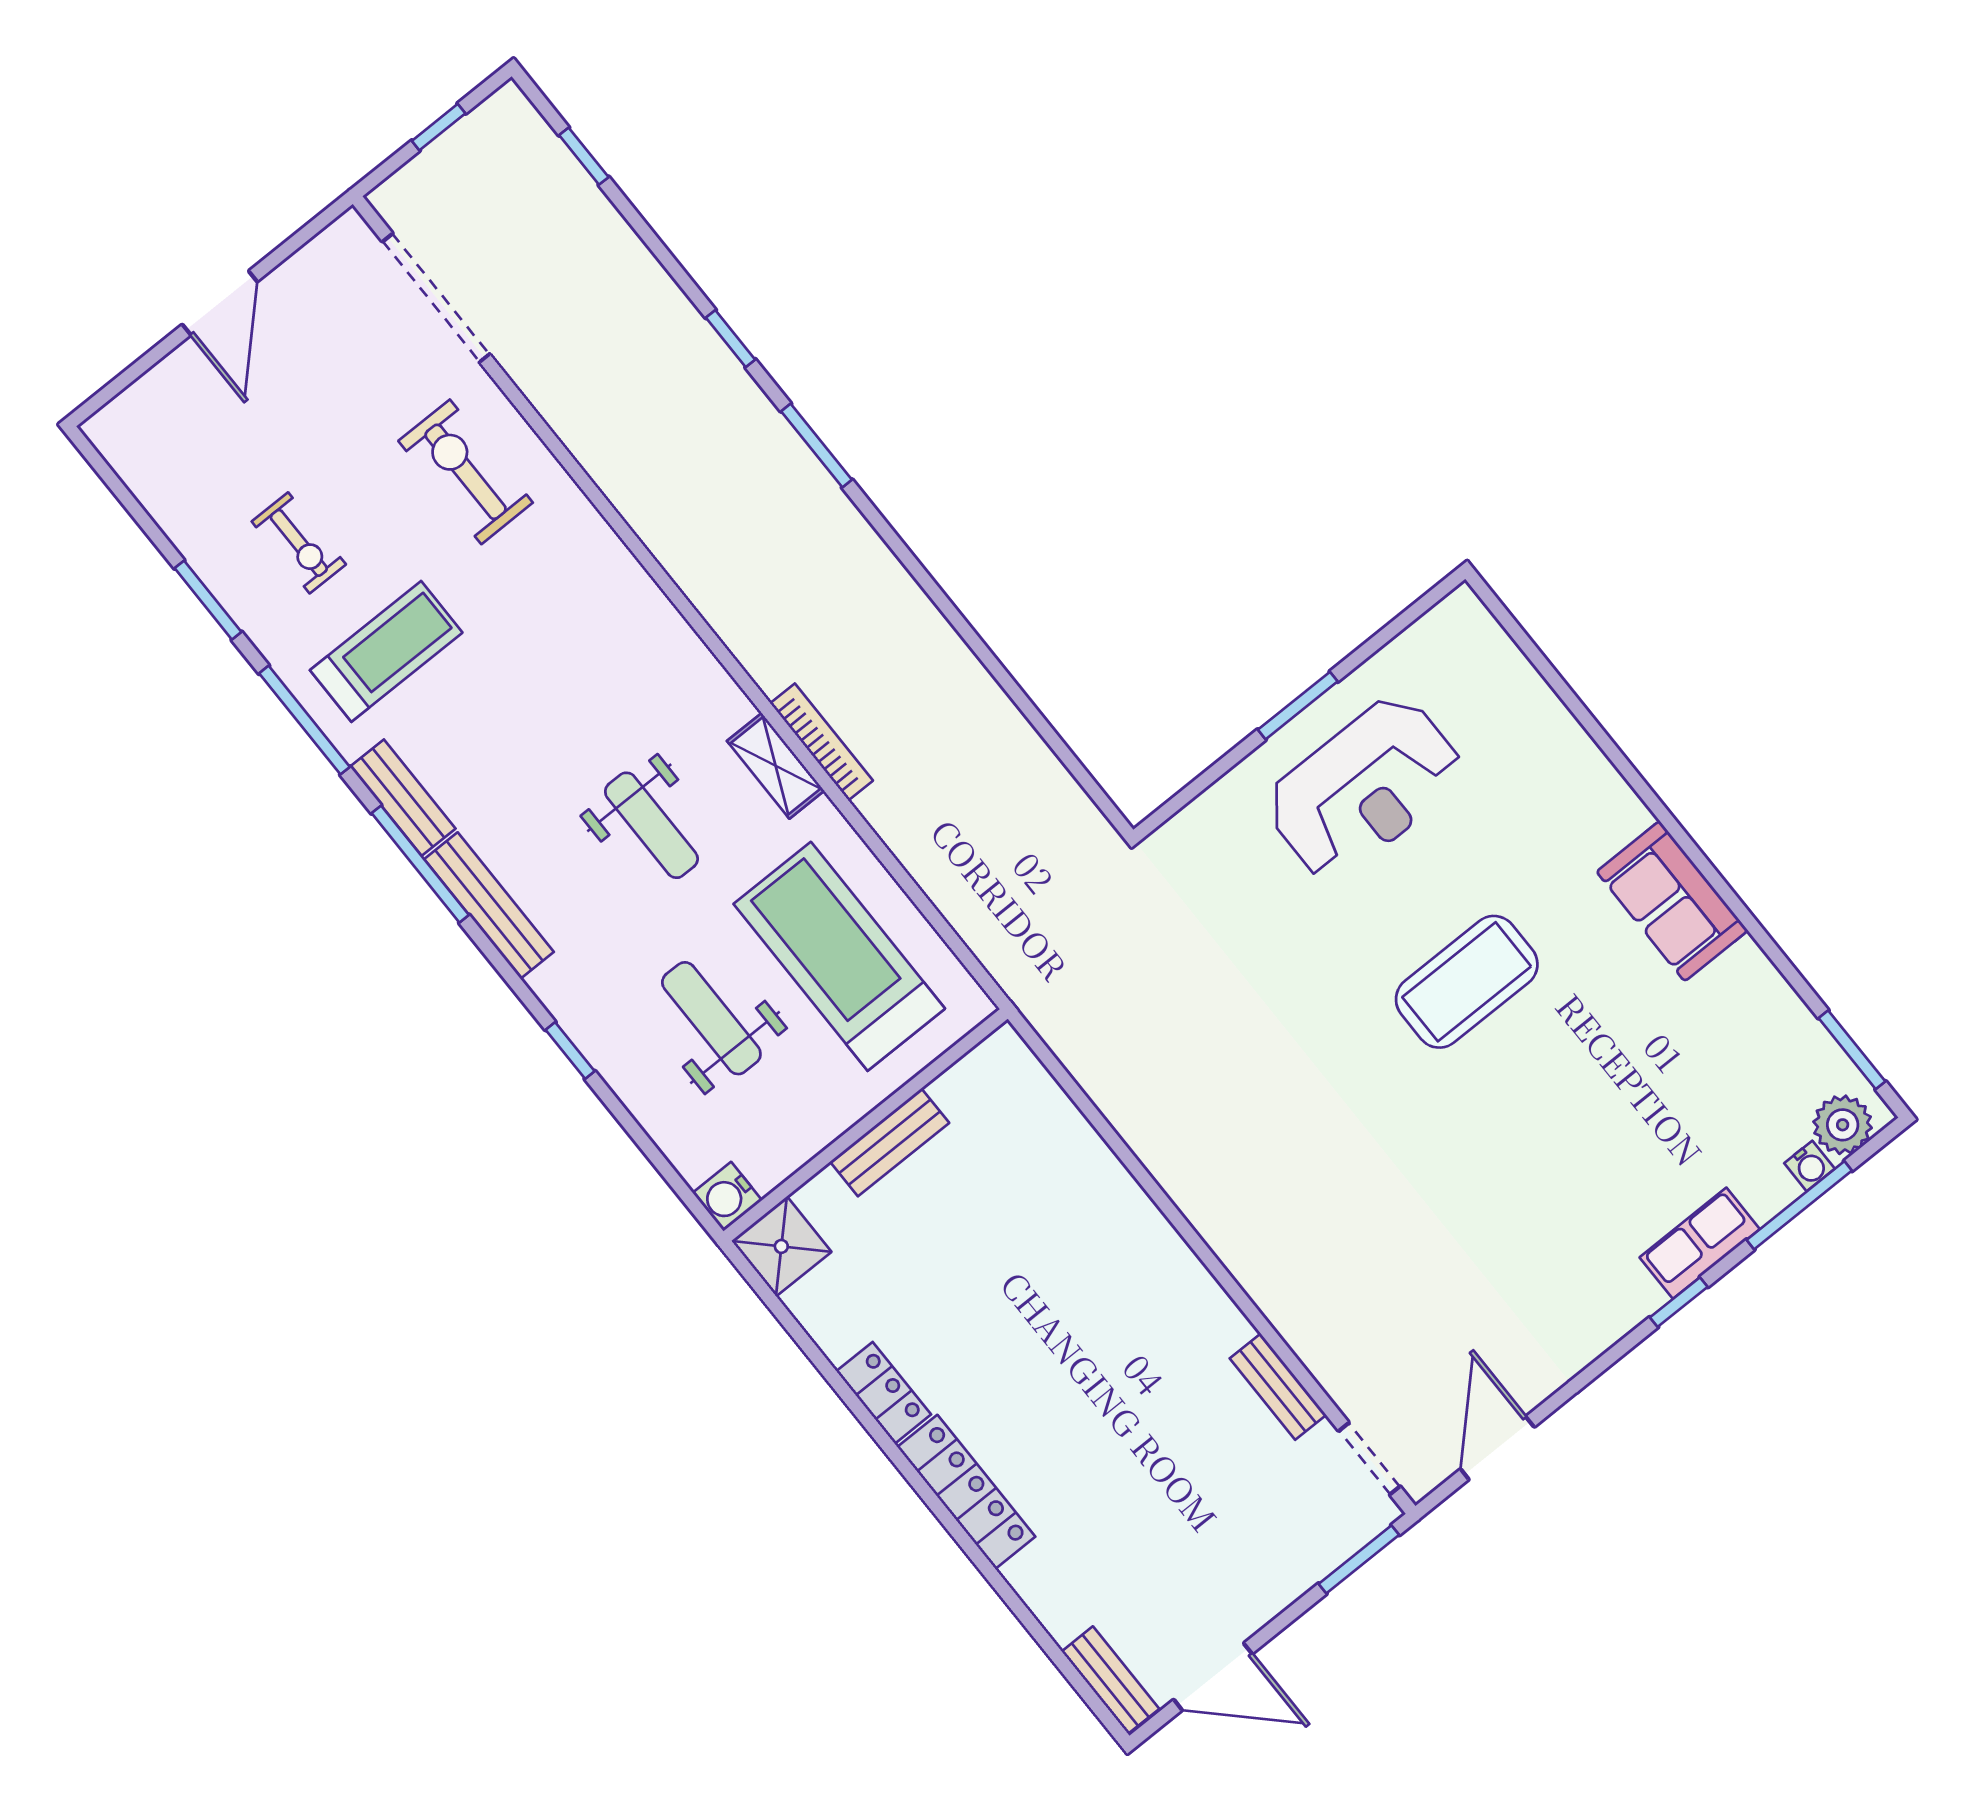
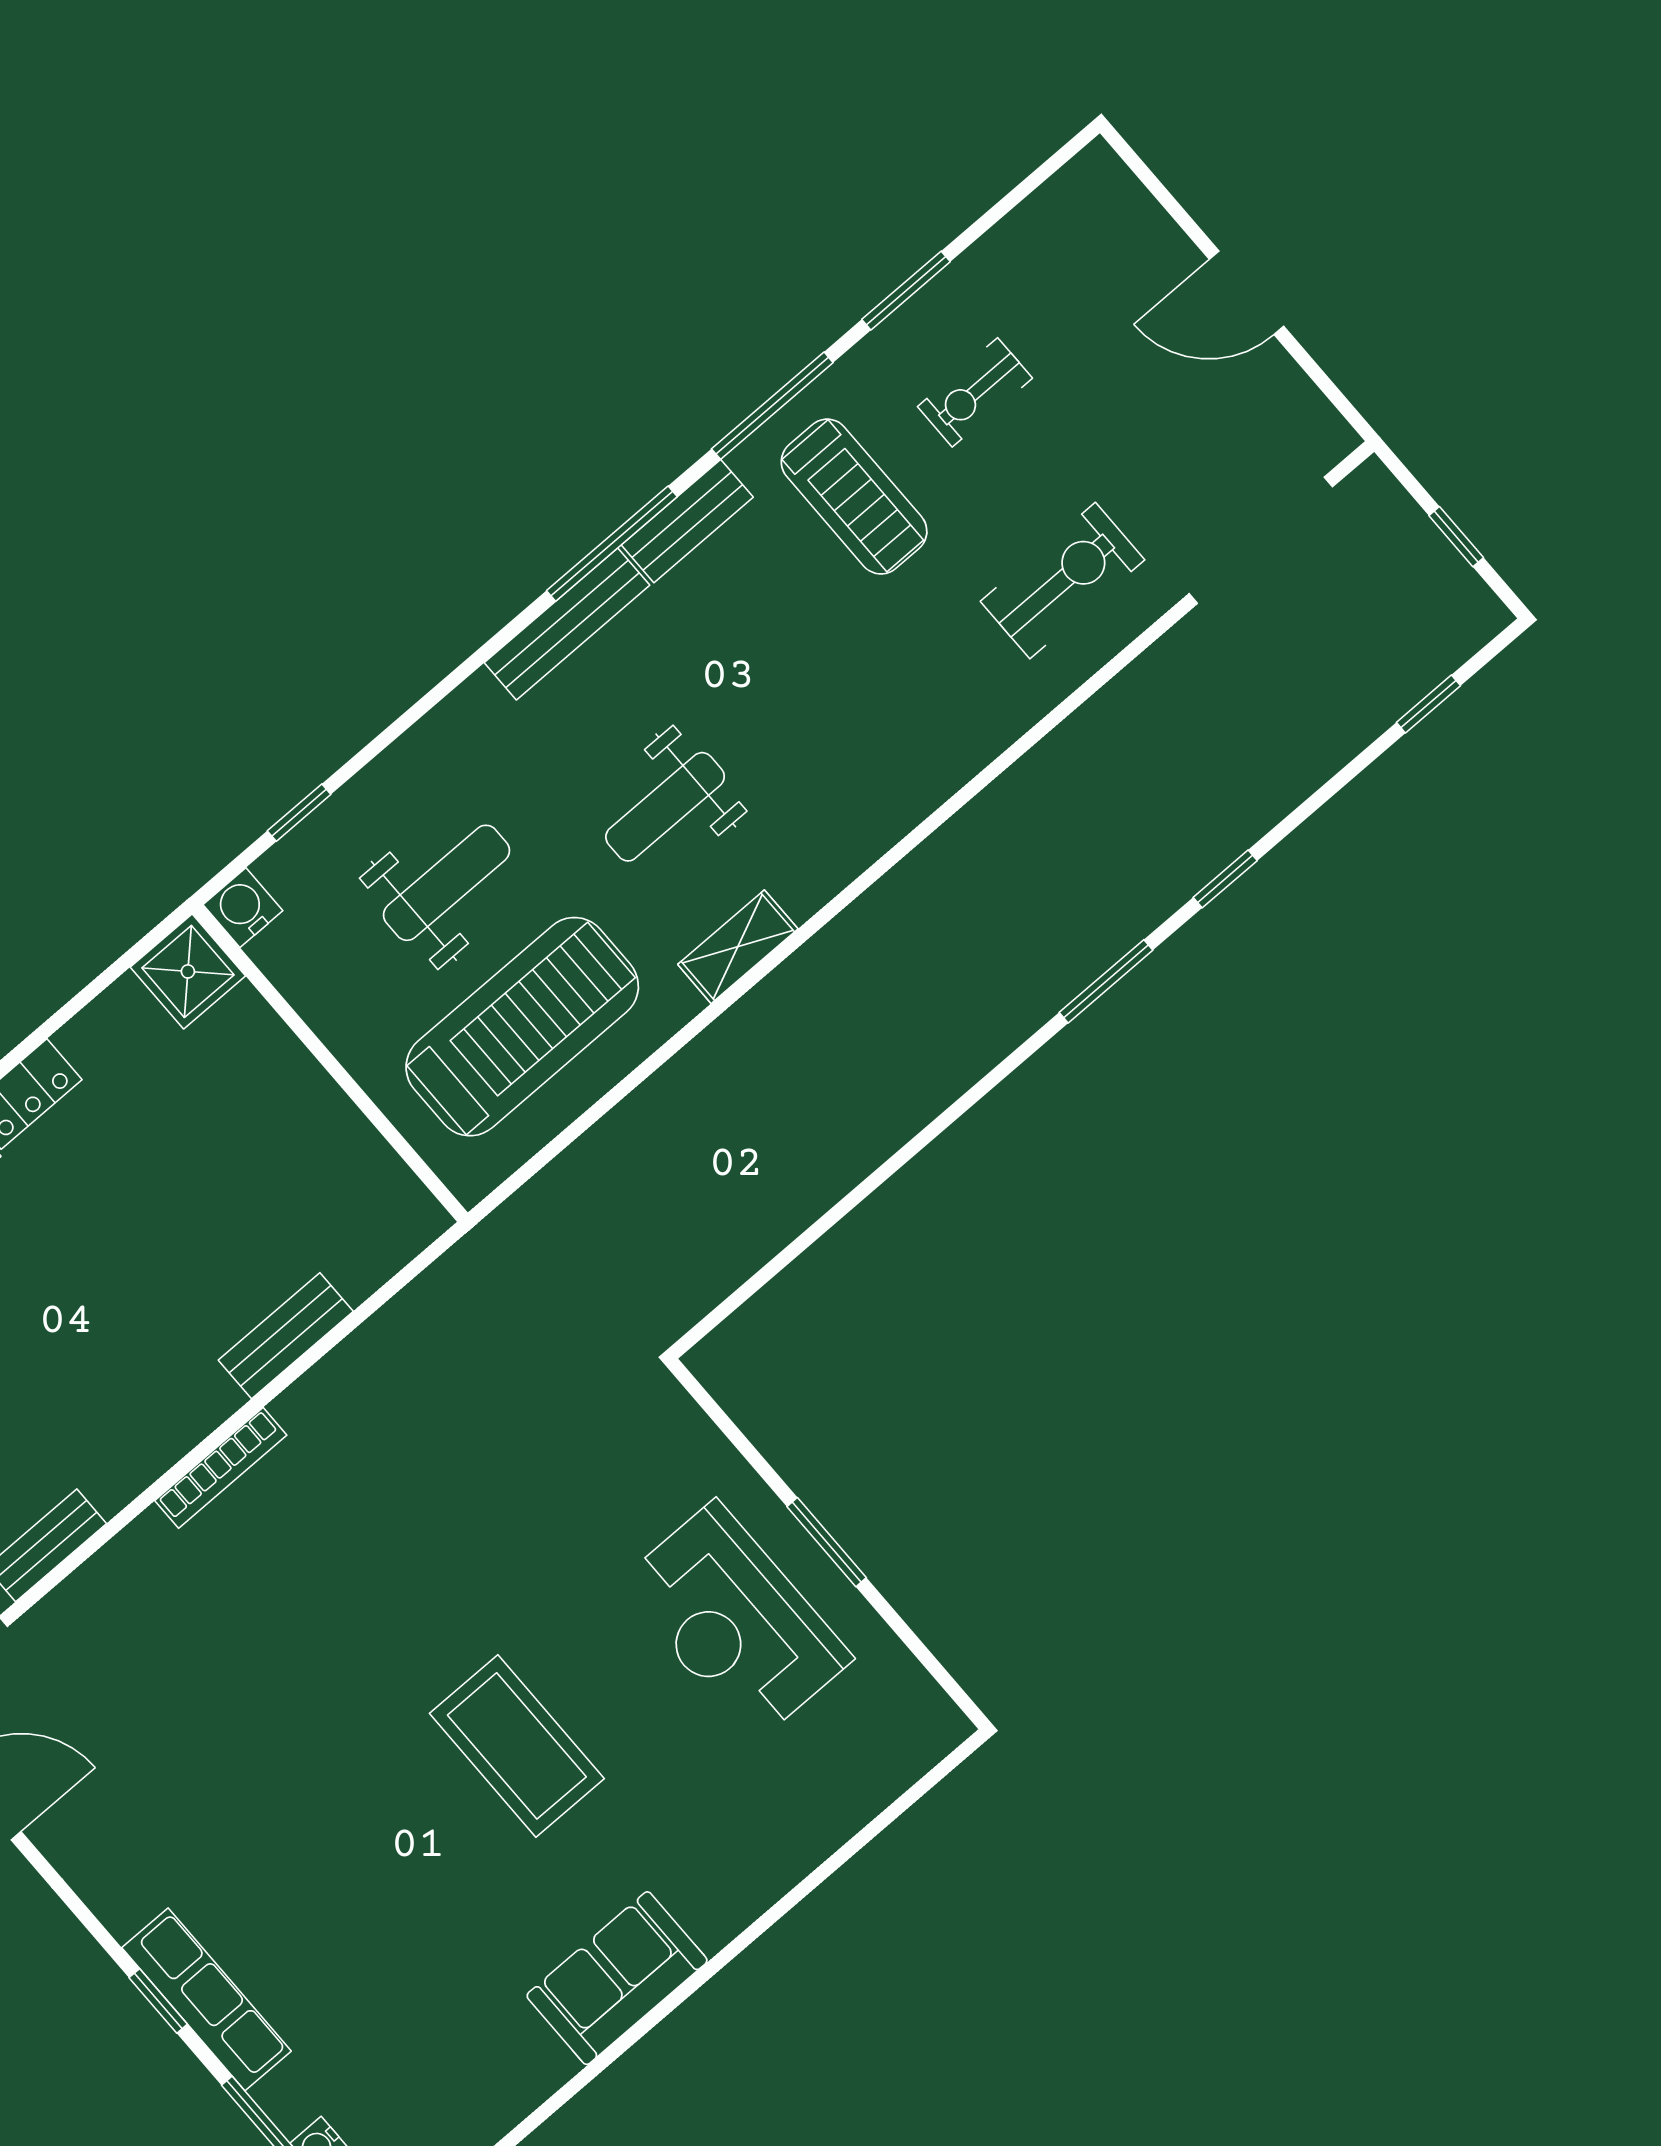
bookcase: (821, 742) -> (221, 1468), moved
window: (570, 1051) -> (299, 813), moved
bench: (890, 1142) -> (286, 1336), moved, turned 90
row of seats: (1700, 1243) -> (206, 1999), width x1.48

